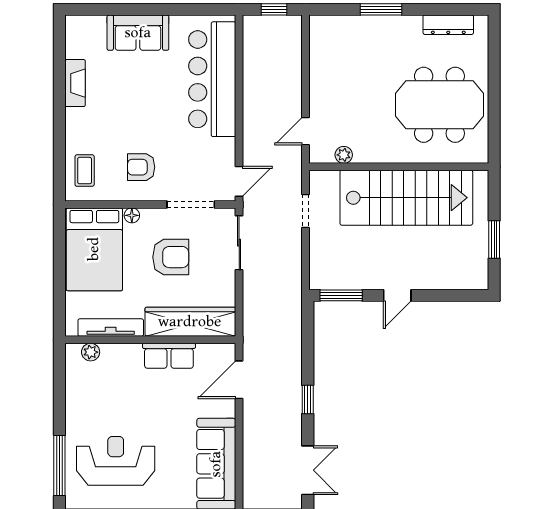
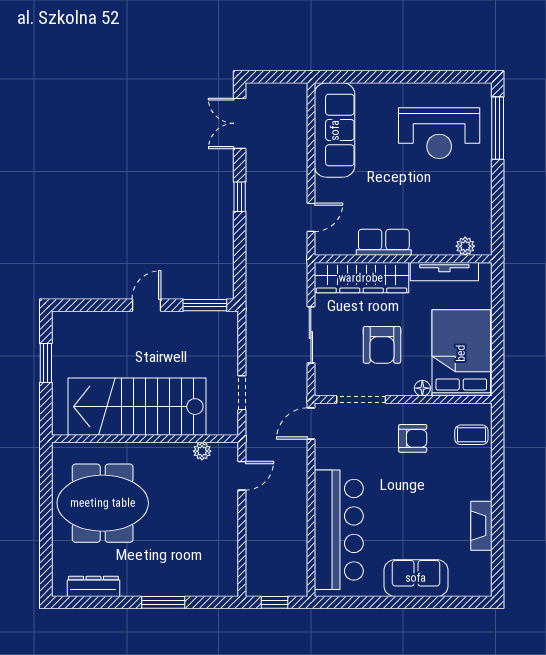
coffee table: (85, 171) -> (471, 435), turned 90
sliding door: (239, 243) -> (311, 335), moved
armchair: (171, 257) -> (382, 345), turned -90
door: (239, 380) -> (311, 217), width x0.73

